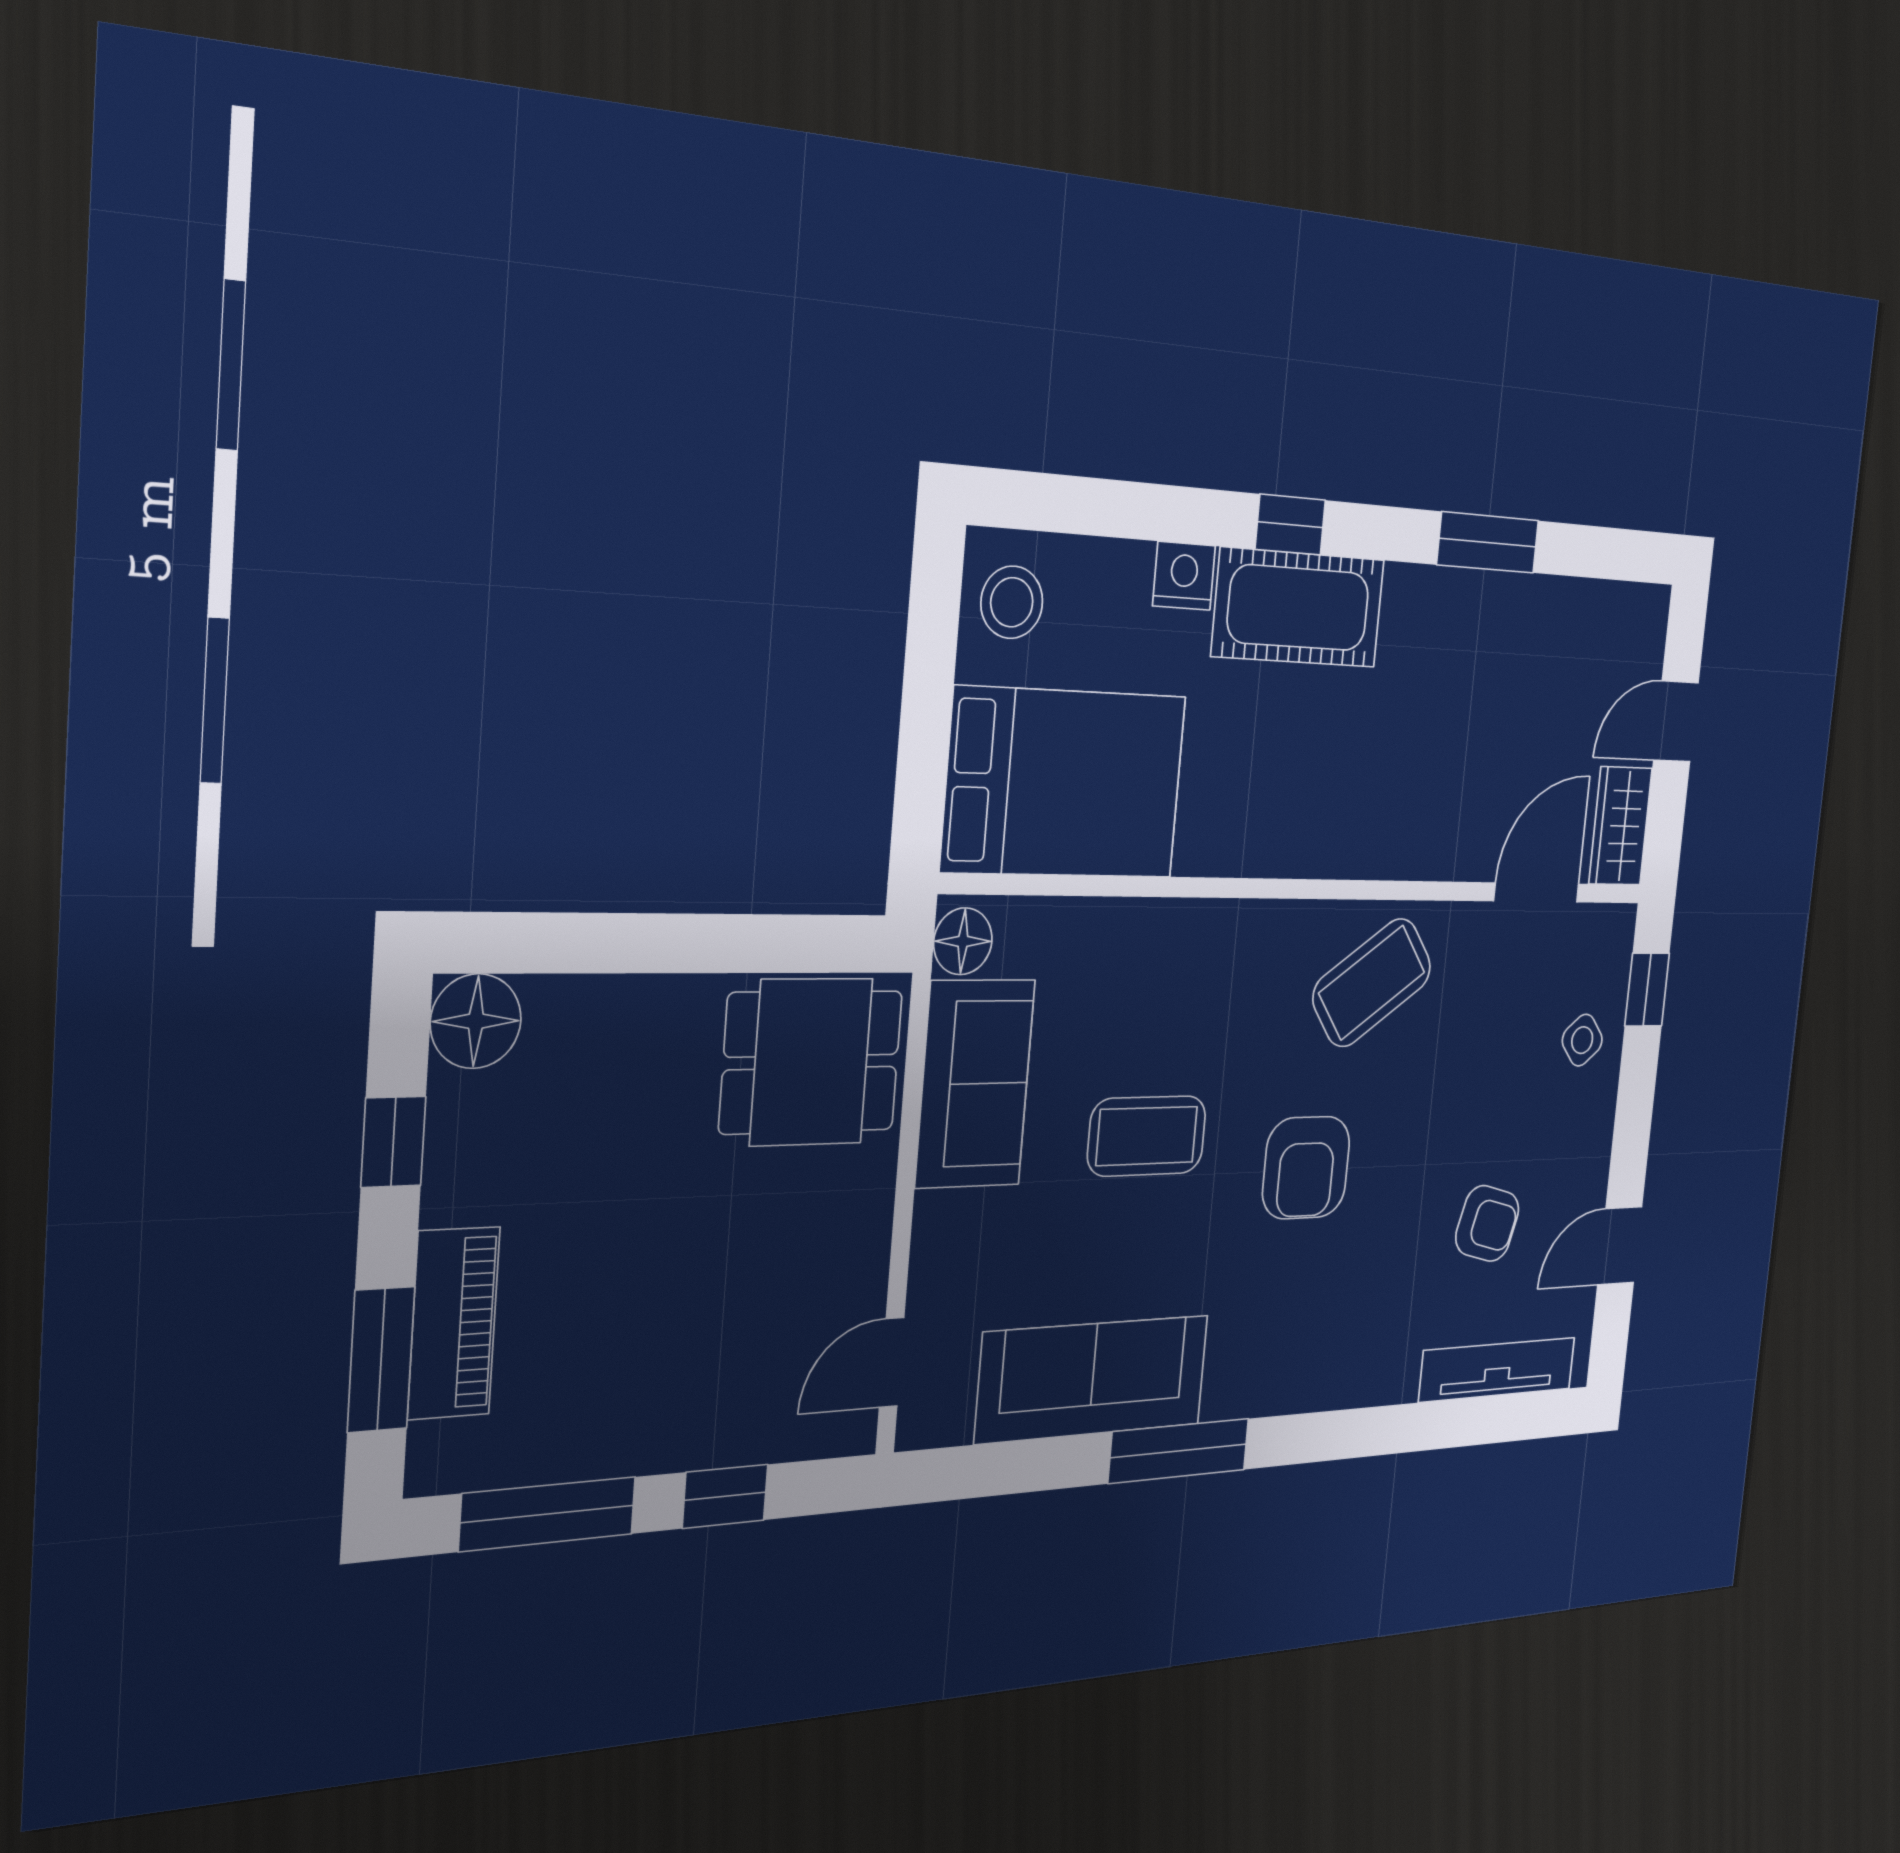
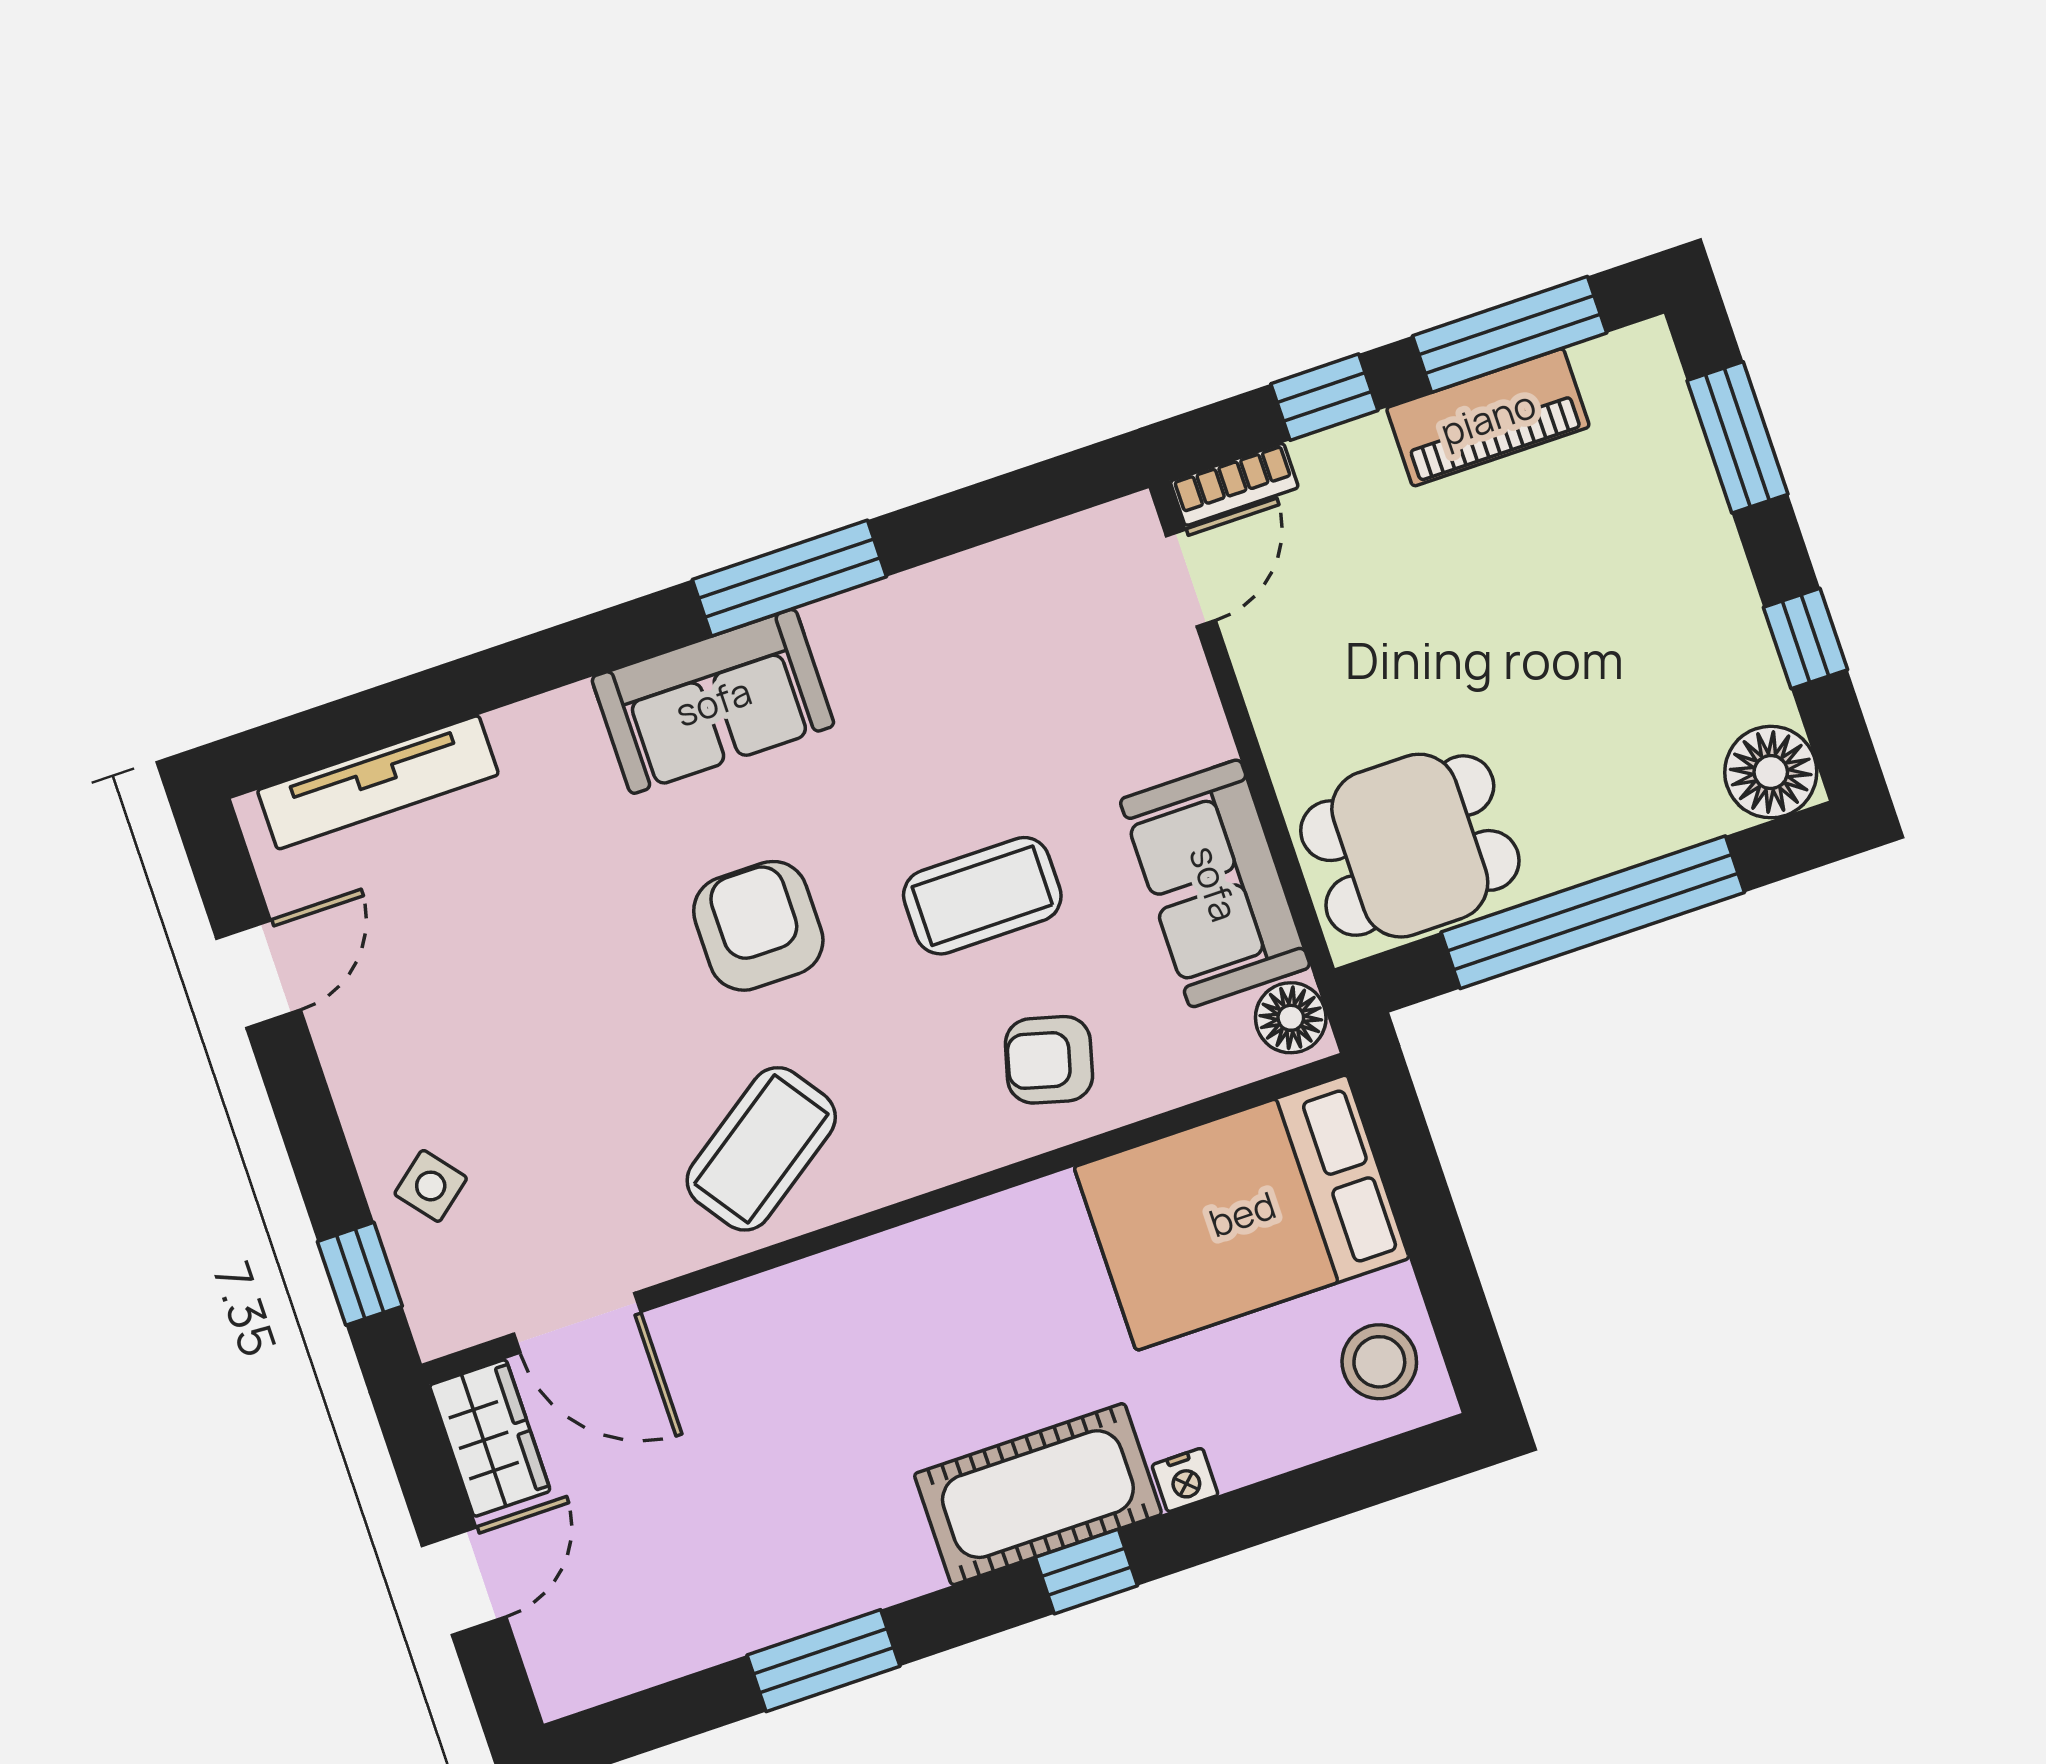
nightstand: (1184, 576) -> (1185, 1480), width x0.72, depth x0.74
door: (1536, 892) -> (577, 1323), hinge flipped
window: (684, 943) -> (1593, 912), added
armchair: (1487, 1223) -> (1049, 1060), moved
piano: (454, 1323) -> (1488, 417), moved, turned -90
sofa: (1093, 1379) -> (713, 701), moved, width x0.73
bookcase: (827, 1437) -> (1234, 484), added

